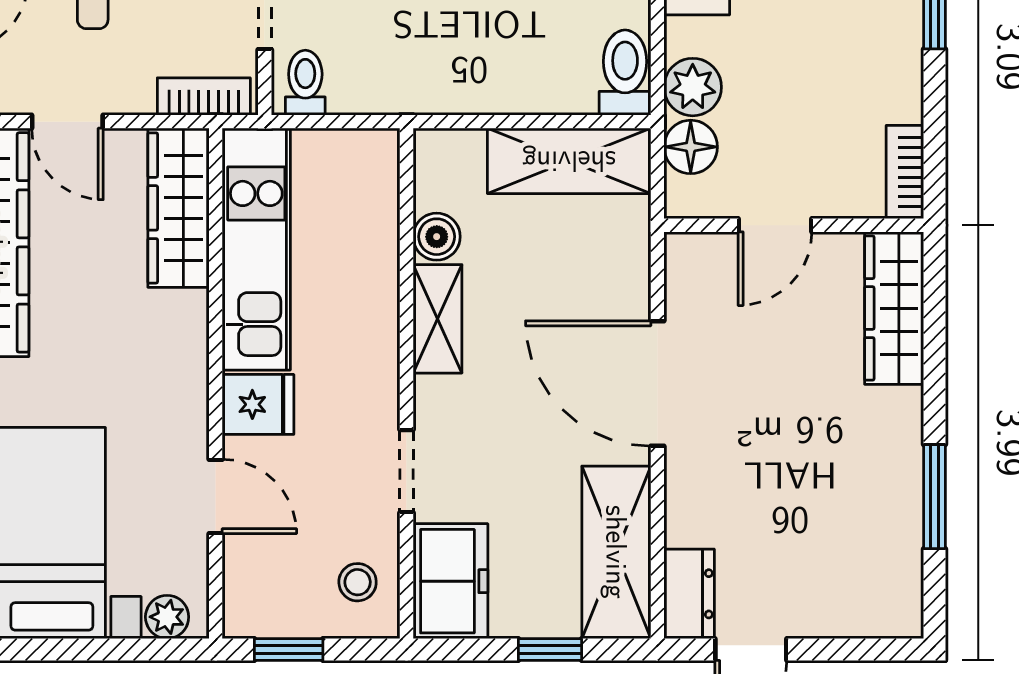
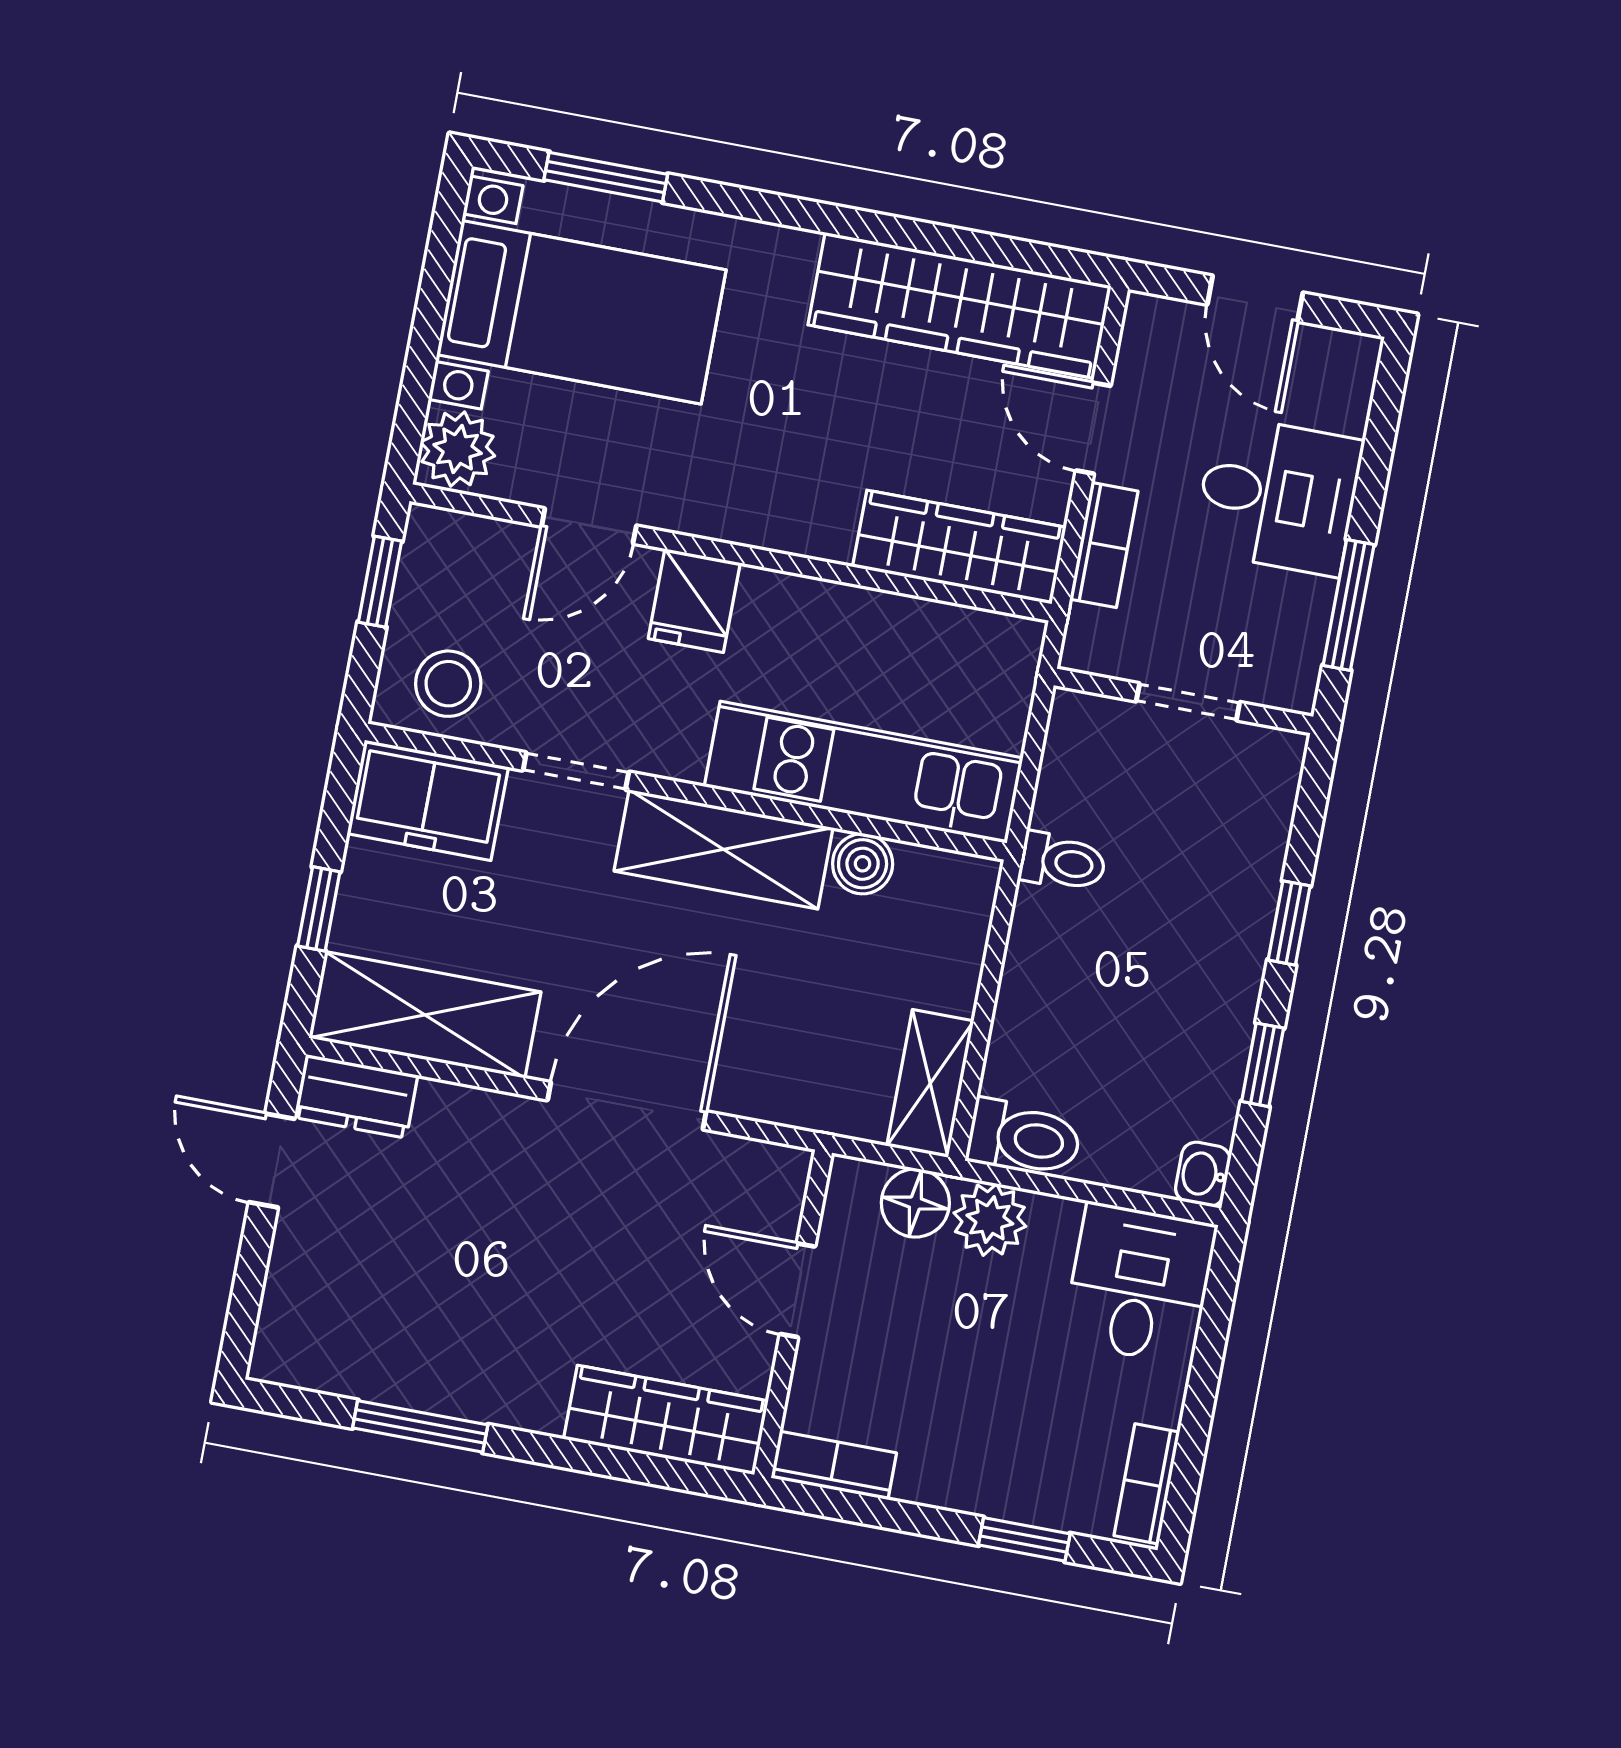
toilet: (305, 83) -> (1063, 862), moved
bookcase: (204, 96) -> (1104, 545), moved
door: (67, 122) -> (1093, 428), hinge flipped
shelving: (569, 161) -> (930, 1083), width x0.67, depth x0.75
kitchen unit: (256, 249) -> (864, 772), moved, turned 180
shelving: (437, 319) -> (724, 849), width x1.50, depth x1.33
stool: (358, 582) -> (448, 684), width x1.37, depth x1.37
plant: (167, 617) -> (458, 449), width x1.38, depth x1.38

